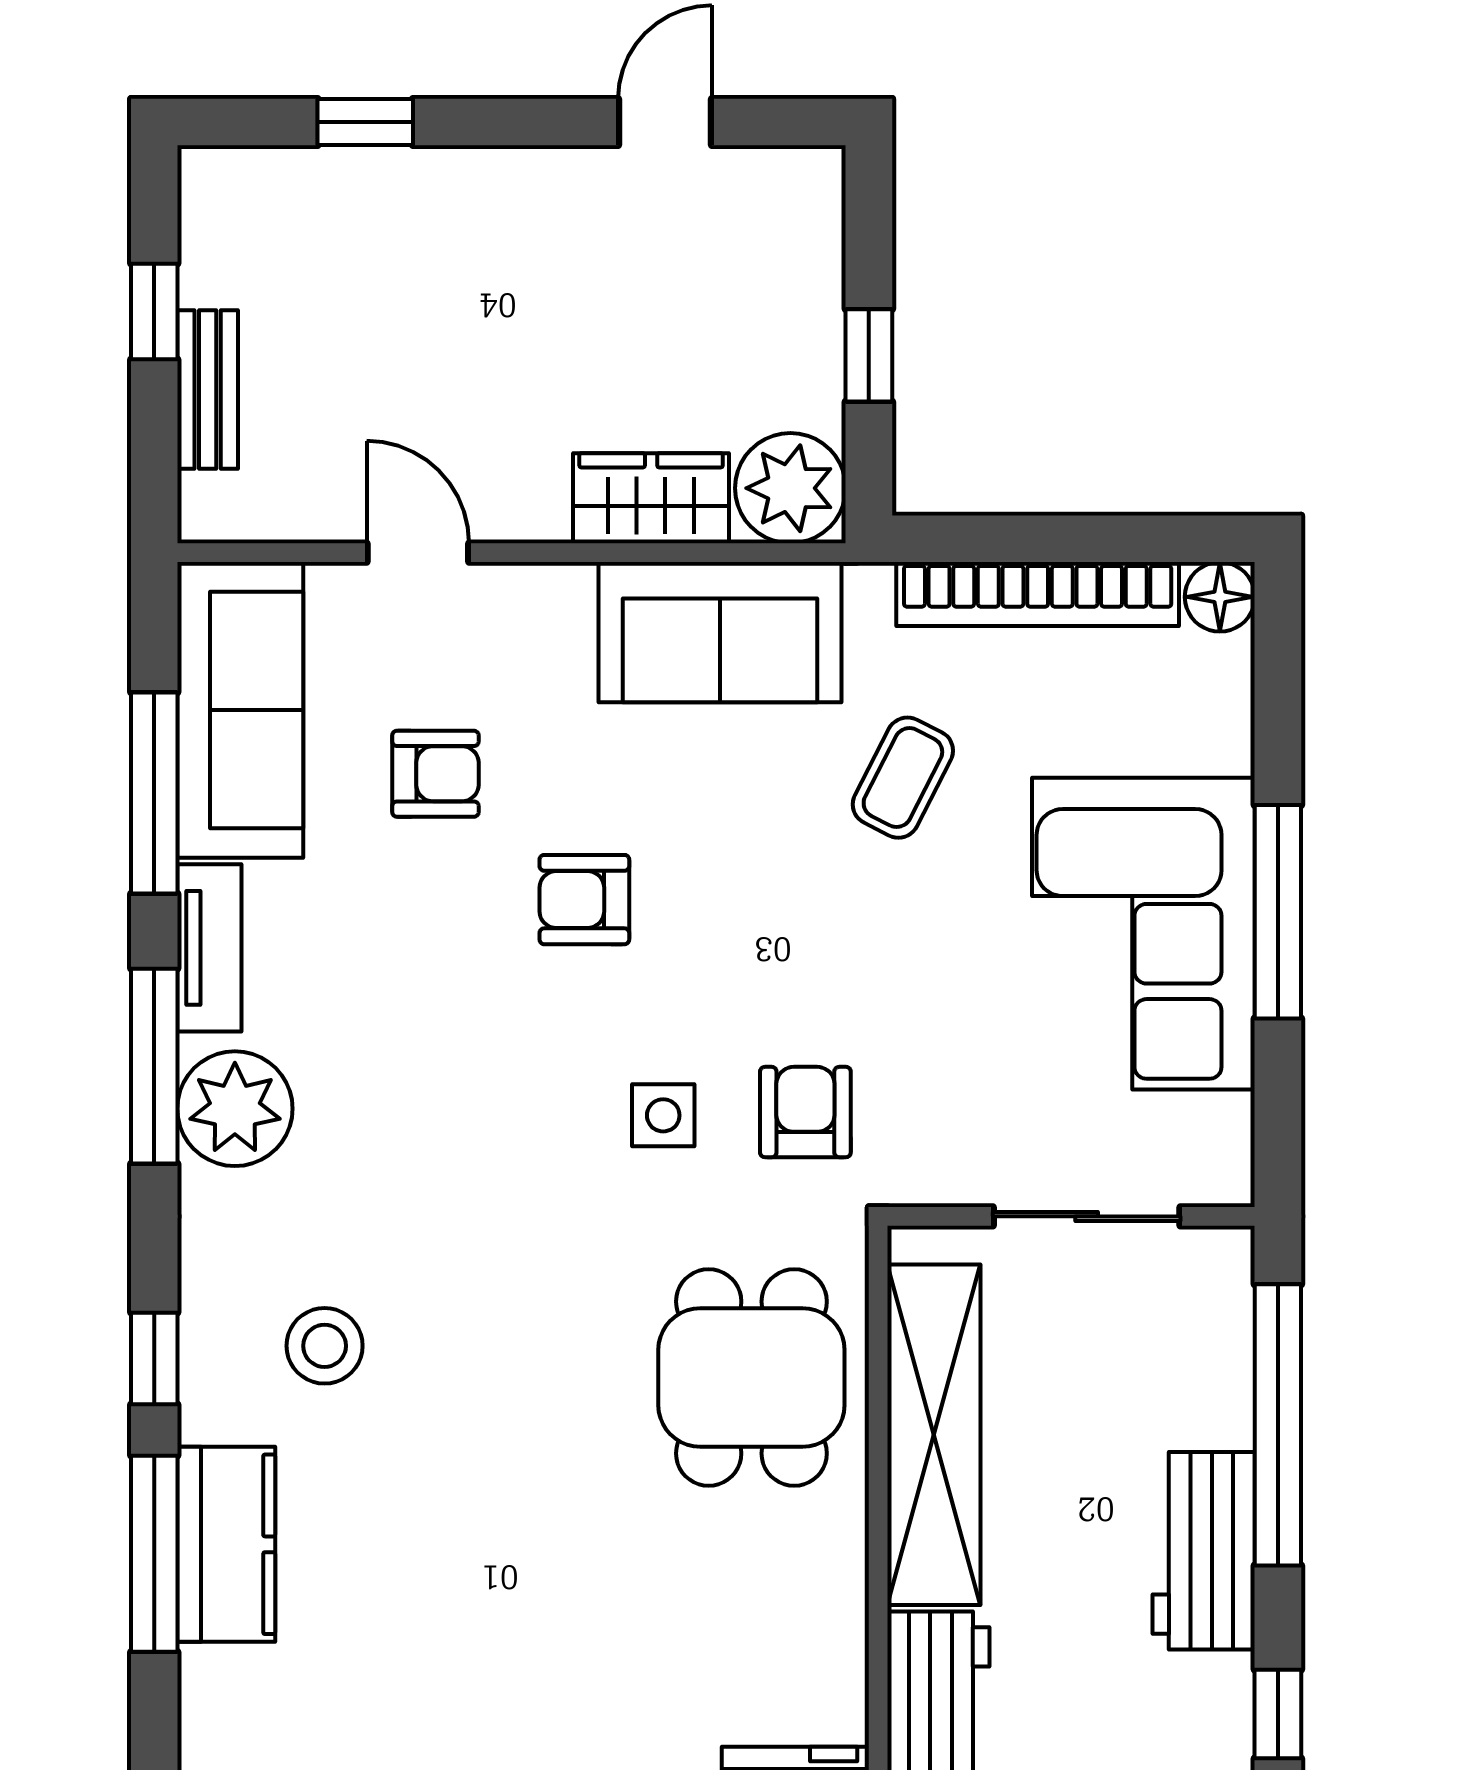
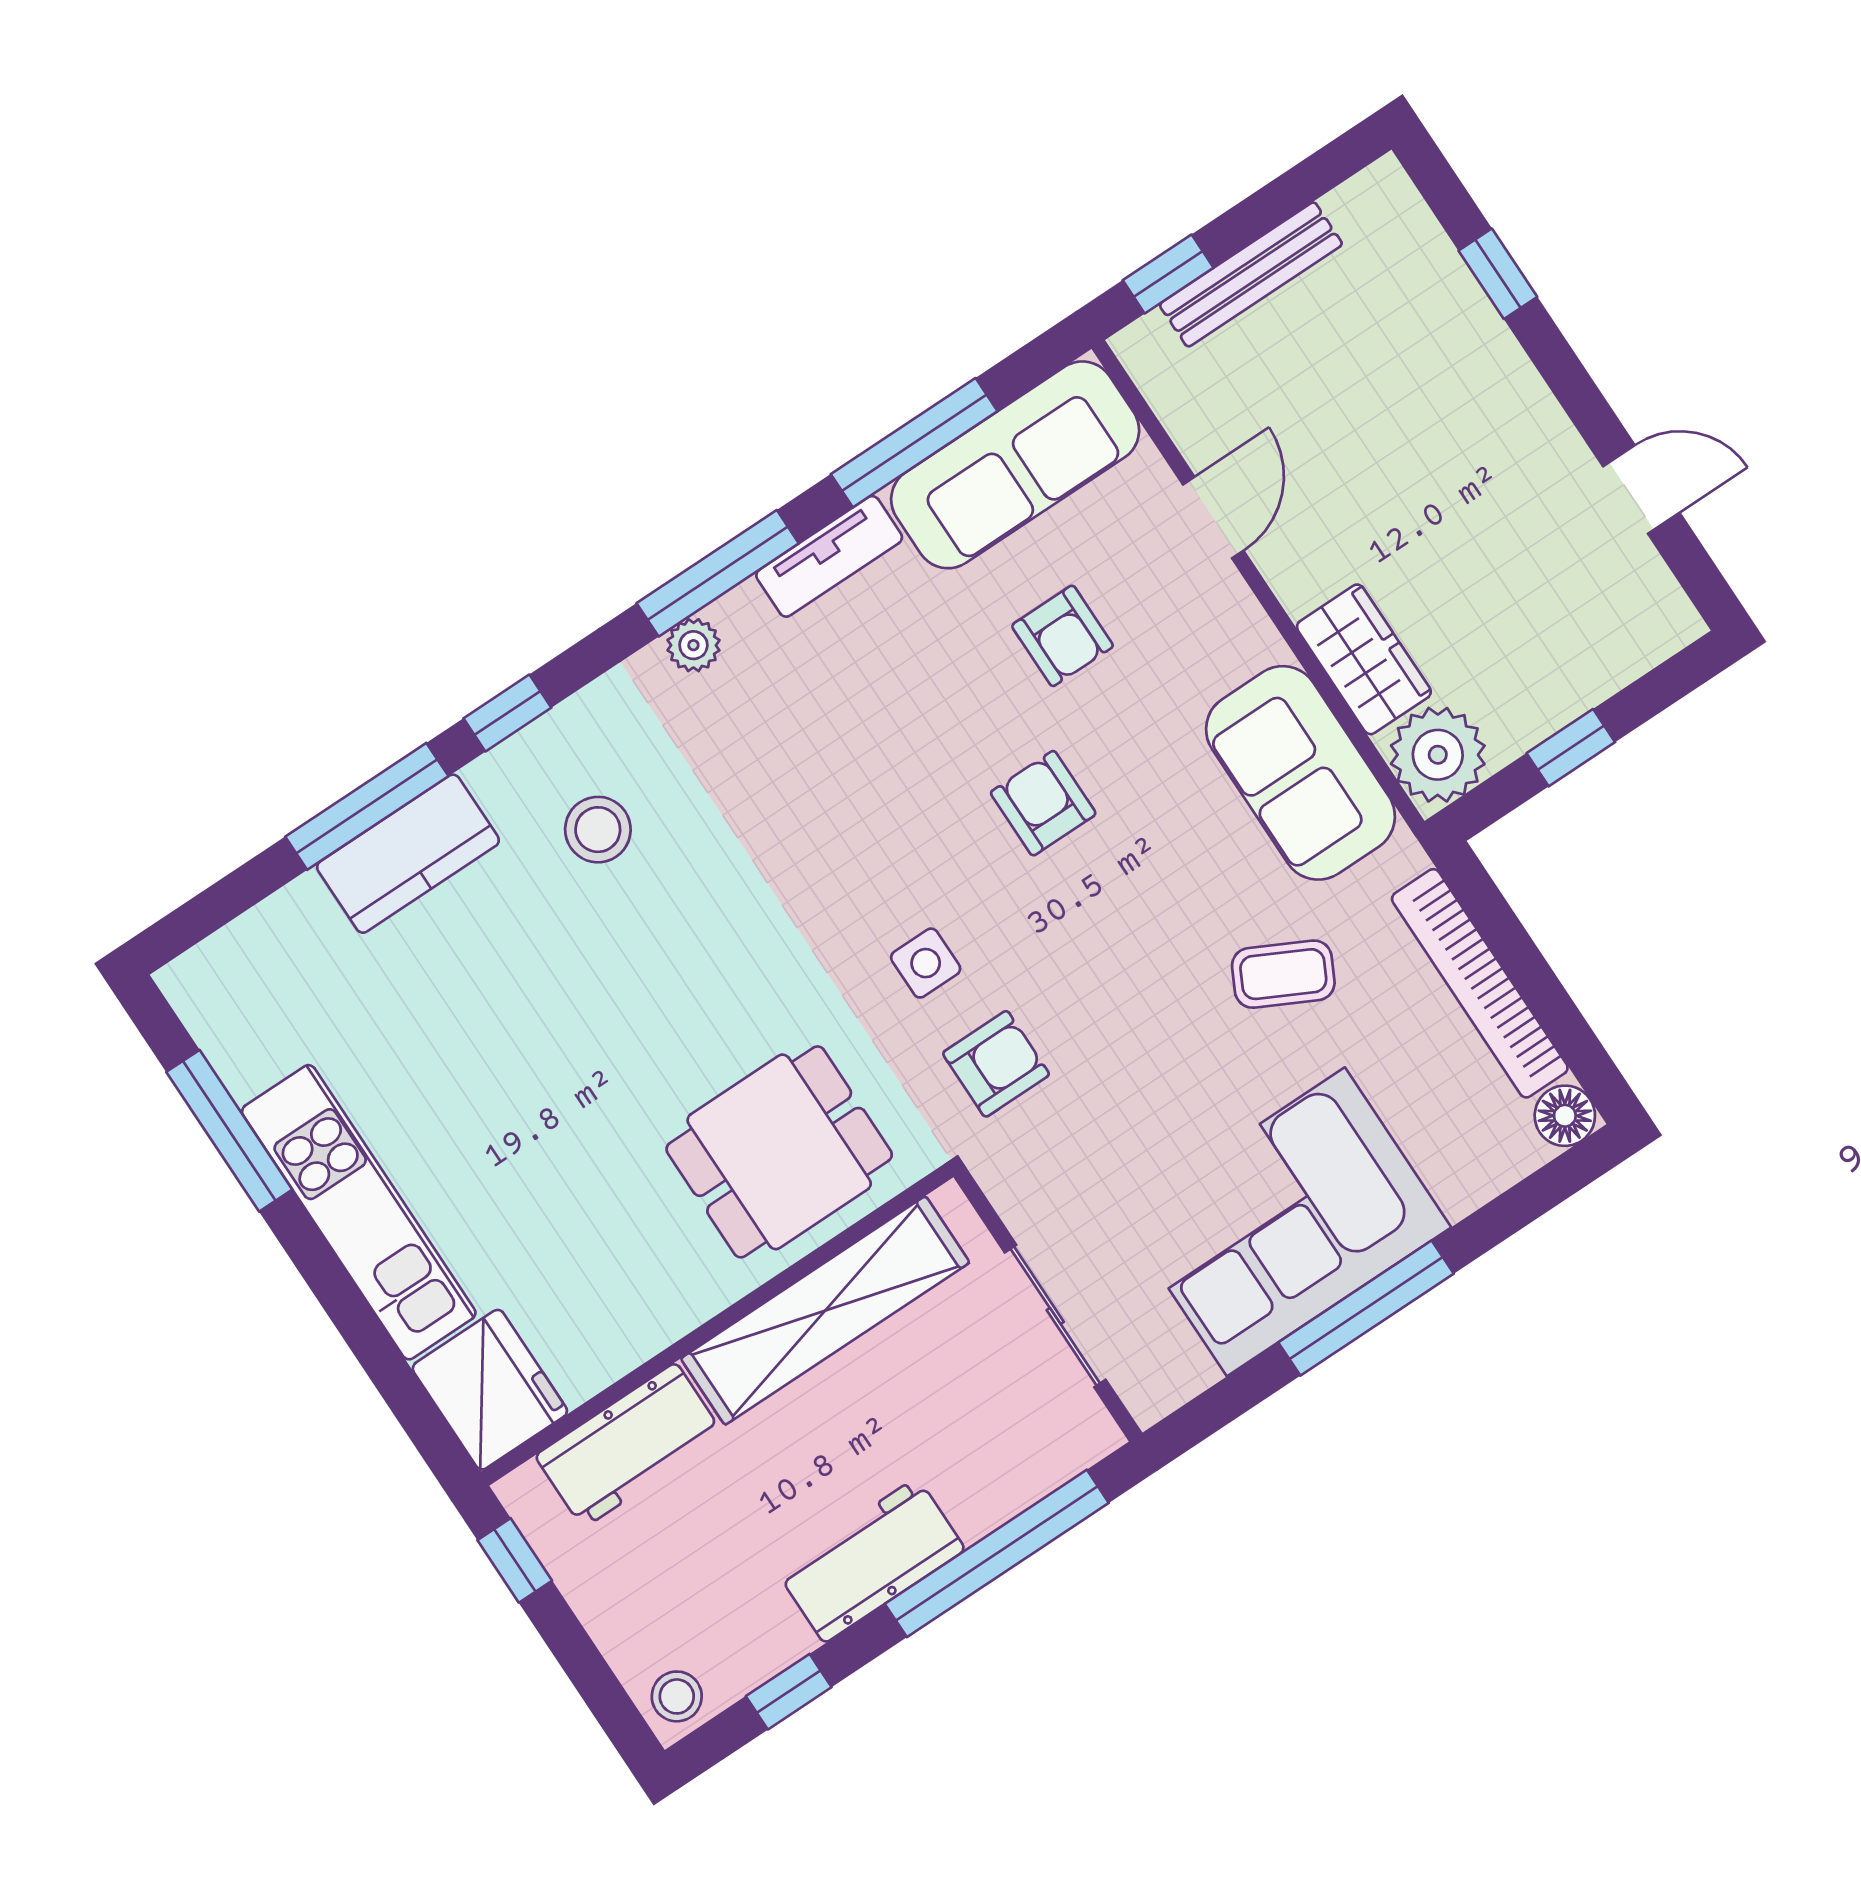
window: (154, 312) -> (1168, 274), moved
bench: (208, 389) -> (1251, 274), width x1.36
plant: (235, 1109) -> (693, 645), width x0.53, depth x0.53

